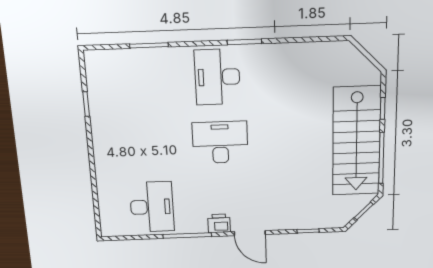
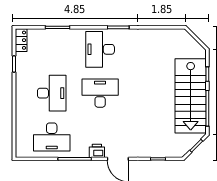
locker: (94, 68) -> (21, 40), added
desk: (147, 145) -> (52, 93), added
desk: (152, 207) -> (52, 137), turned 90

